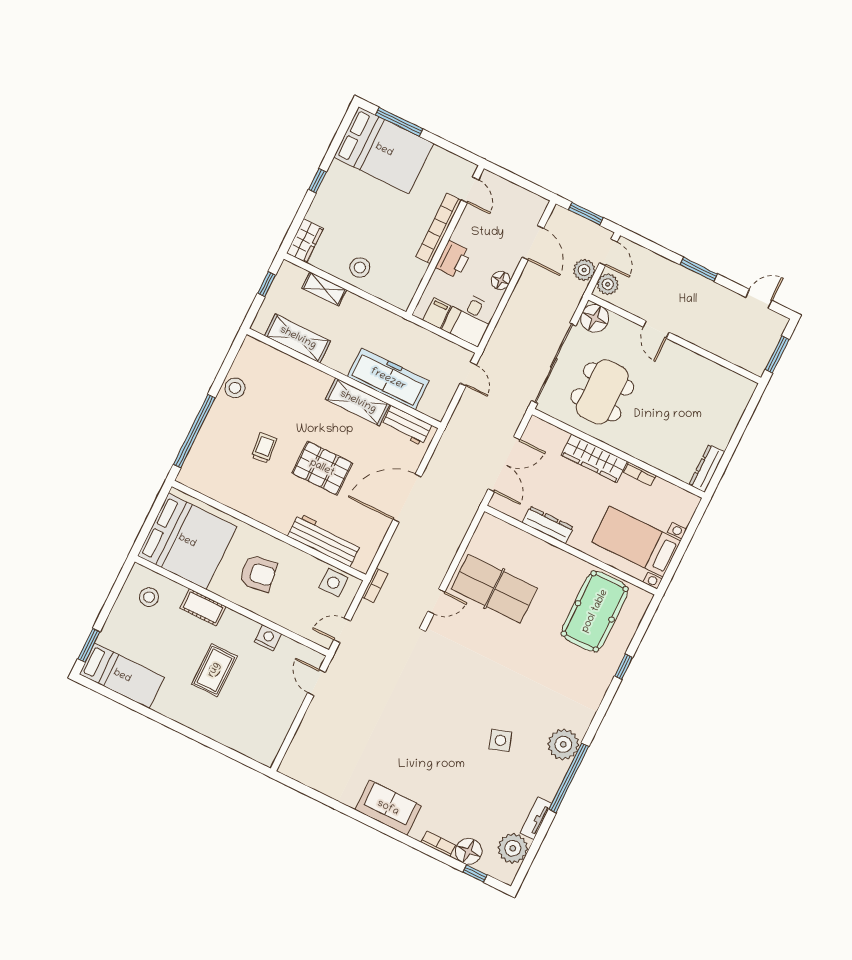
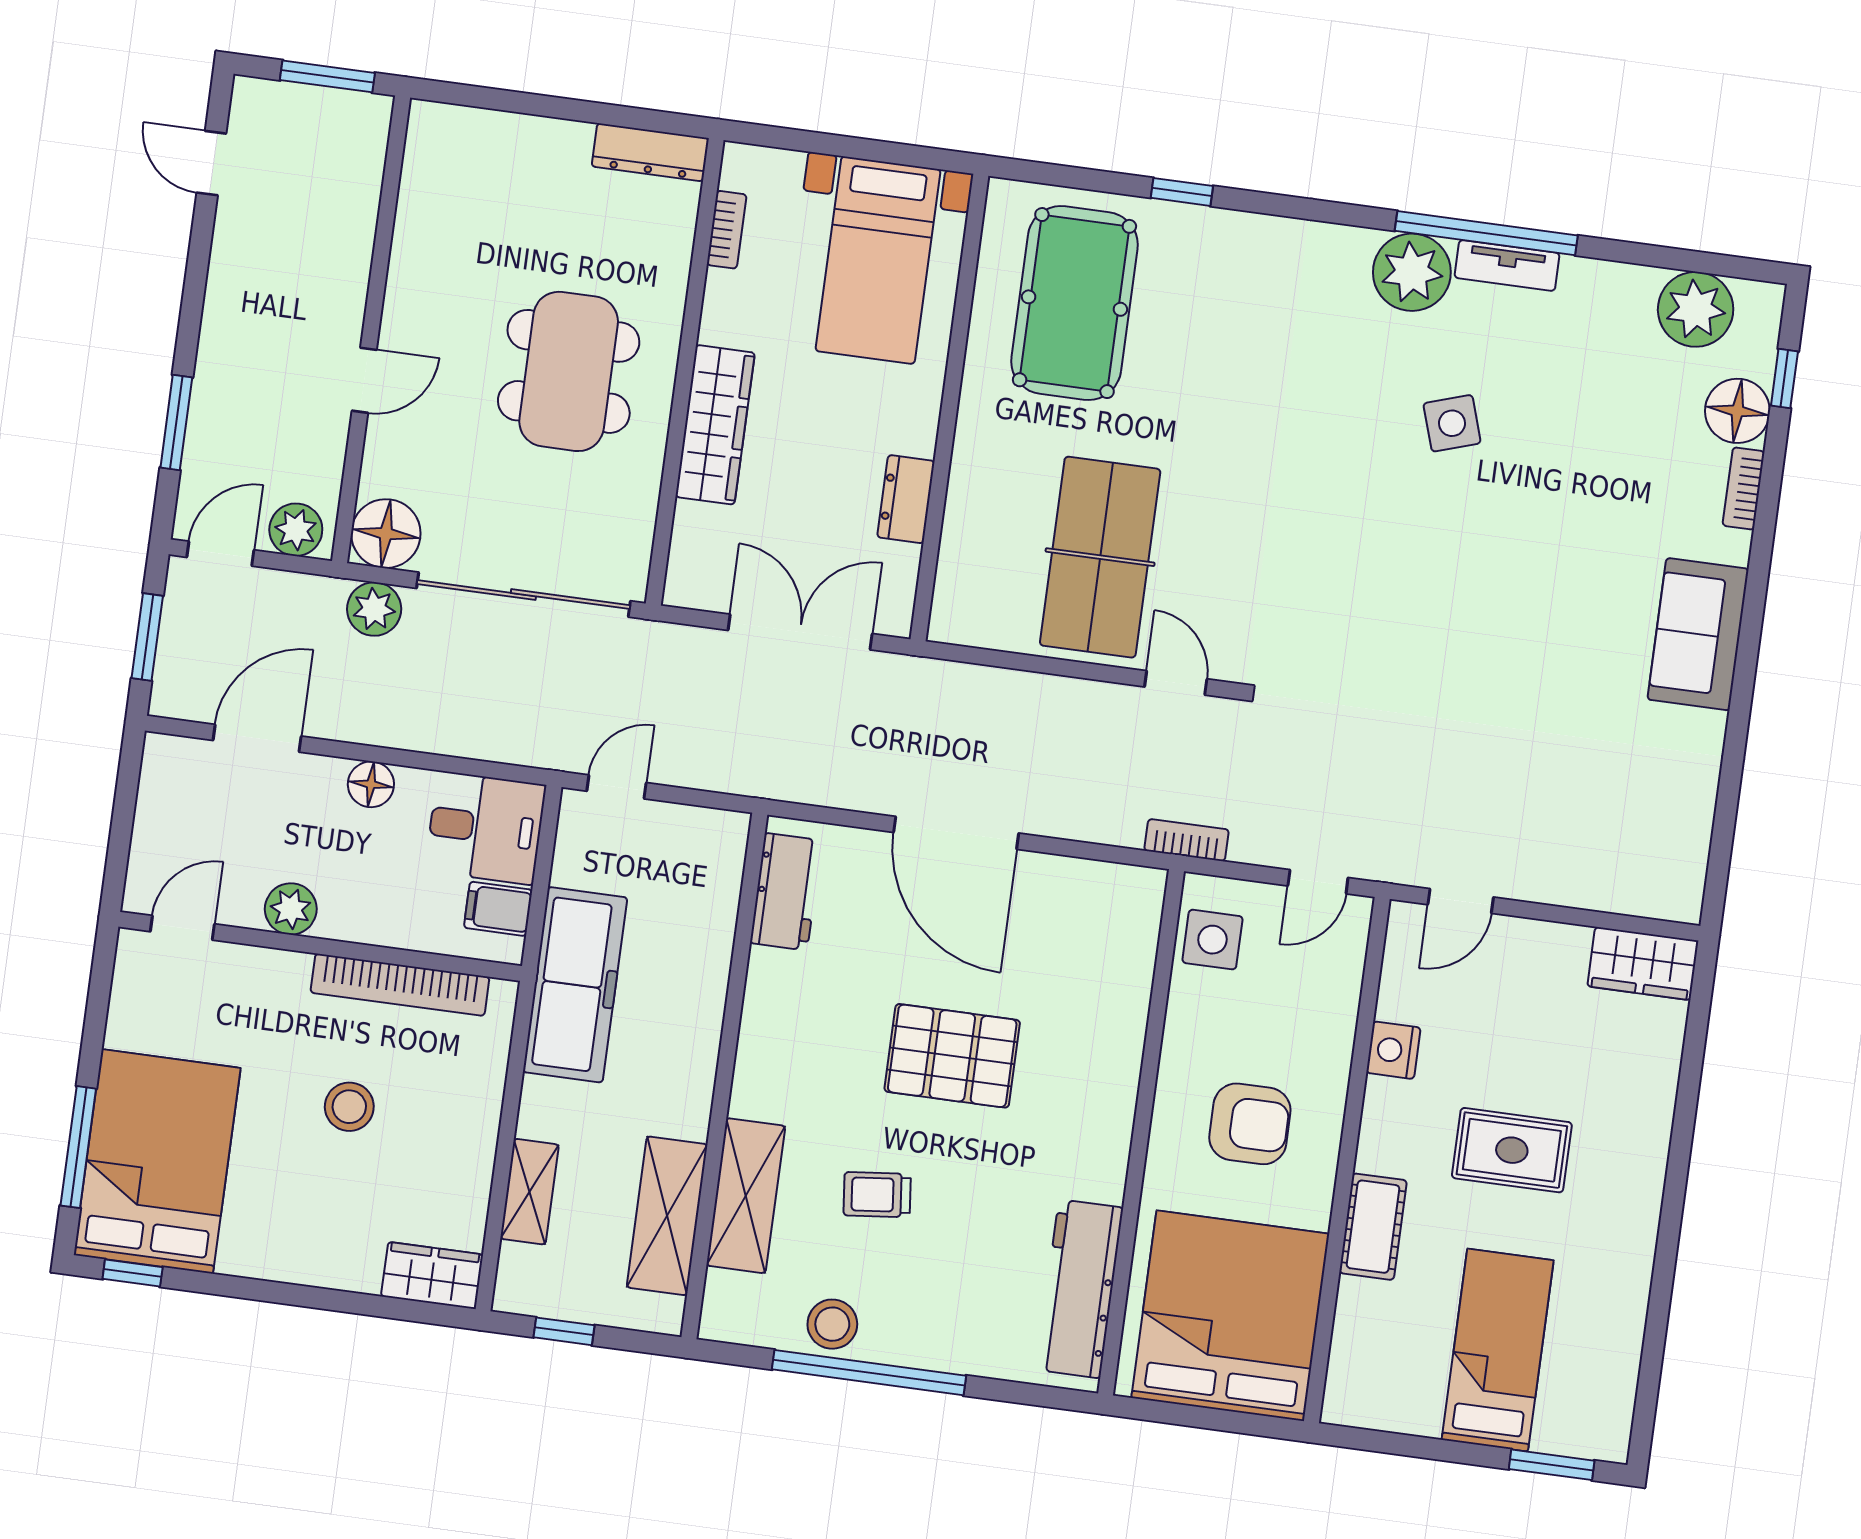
window: (317, 181) -> (133, 1273), moved
bookcase: (439, 228) -> (400, 985), moved
plant: (463, 234) -> (291, 909), added
printer: (453, 259) -> (359, 912), removed
stool: (360, 268) -> (349, 1107), moved
window: (699, 269) -> (176, 423), moved
plant: (584, 270) -> (374, 609), moved
freezer: (388, 379) -> (575, 985), moved, turned 180
dining table: (602, 392) -> (569, 371), moved, turned 90
shelving: (358, 402) -> (746, 1196), moved
window: (194, 431) -> (869, 1373), moved
trolley: (264, 448) -> (877, 1195), moved
pallet: (322, 468) -> (952, 1056), turned 90
bookcase: (640, 474) -> (727, 230), moved
dresser: (548, 525) -> (906, 499), width x0.70
workbench: (324, 540) -> (1080, 1289), moved
armchair: (258, 573) -> (1250, 1124), turned 99
stool: (149, 597) -> (1391, 1361), removed
pool table: (595, 611) -> (1074, 303), turned 90
door: (342, 630) -> (1318, 882), hinge flipped
bed: (122, 676) -> (1498, 1350), moved
wardrobe: (269, 744) -> (1643, 964), added
tv unit: (536, 818) -> (1507, 265), moved

